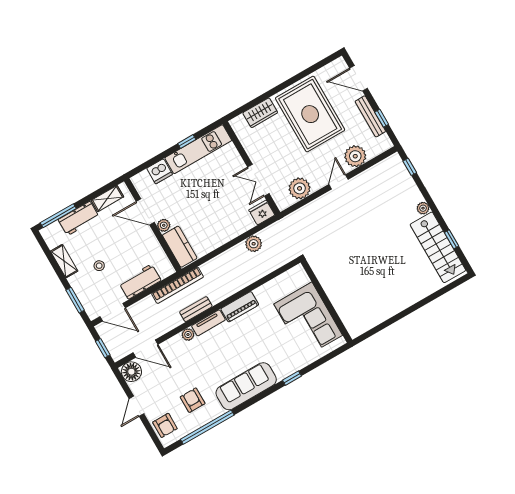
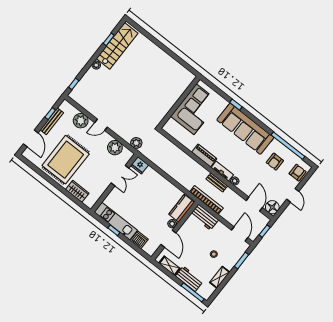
plant: (254, 244) -> (136, 143), moved
workbench: (140, 282) -> (204, 217), moved
sofa: (246, 386) -> (245, 129), width x1.36, depth x1.27
door: (136, 406) -> (293, 195), hinge flipped

